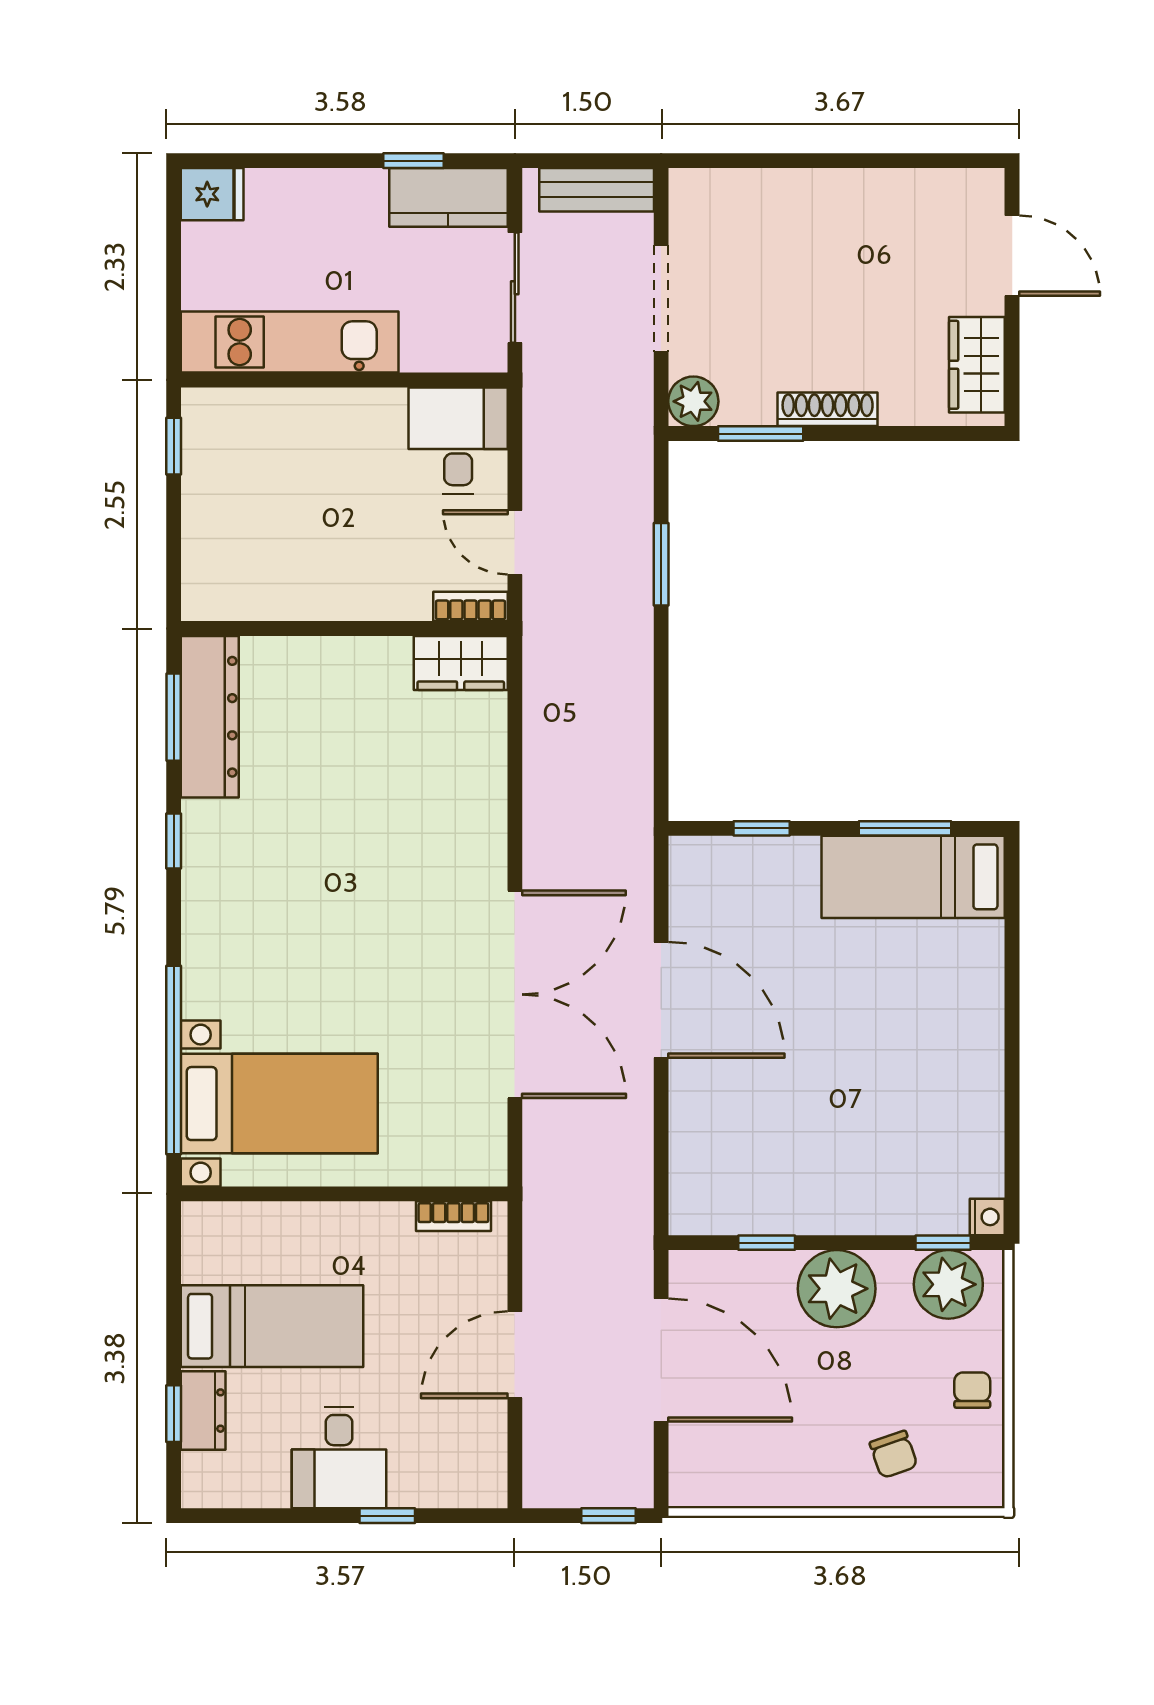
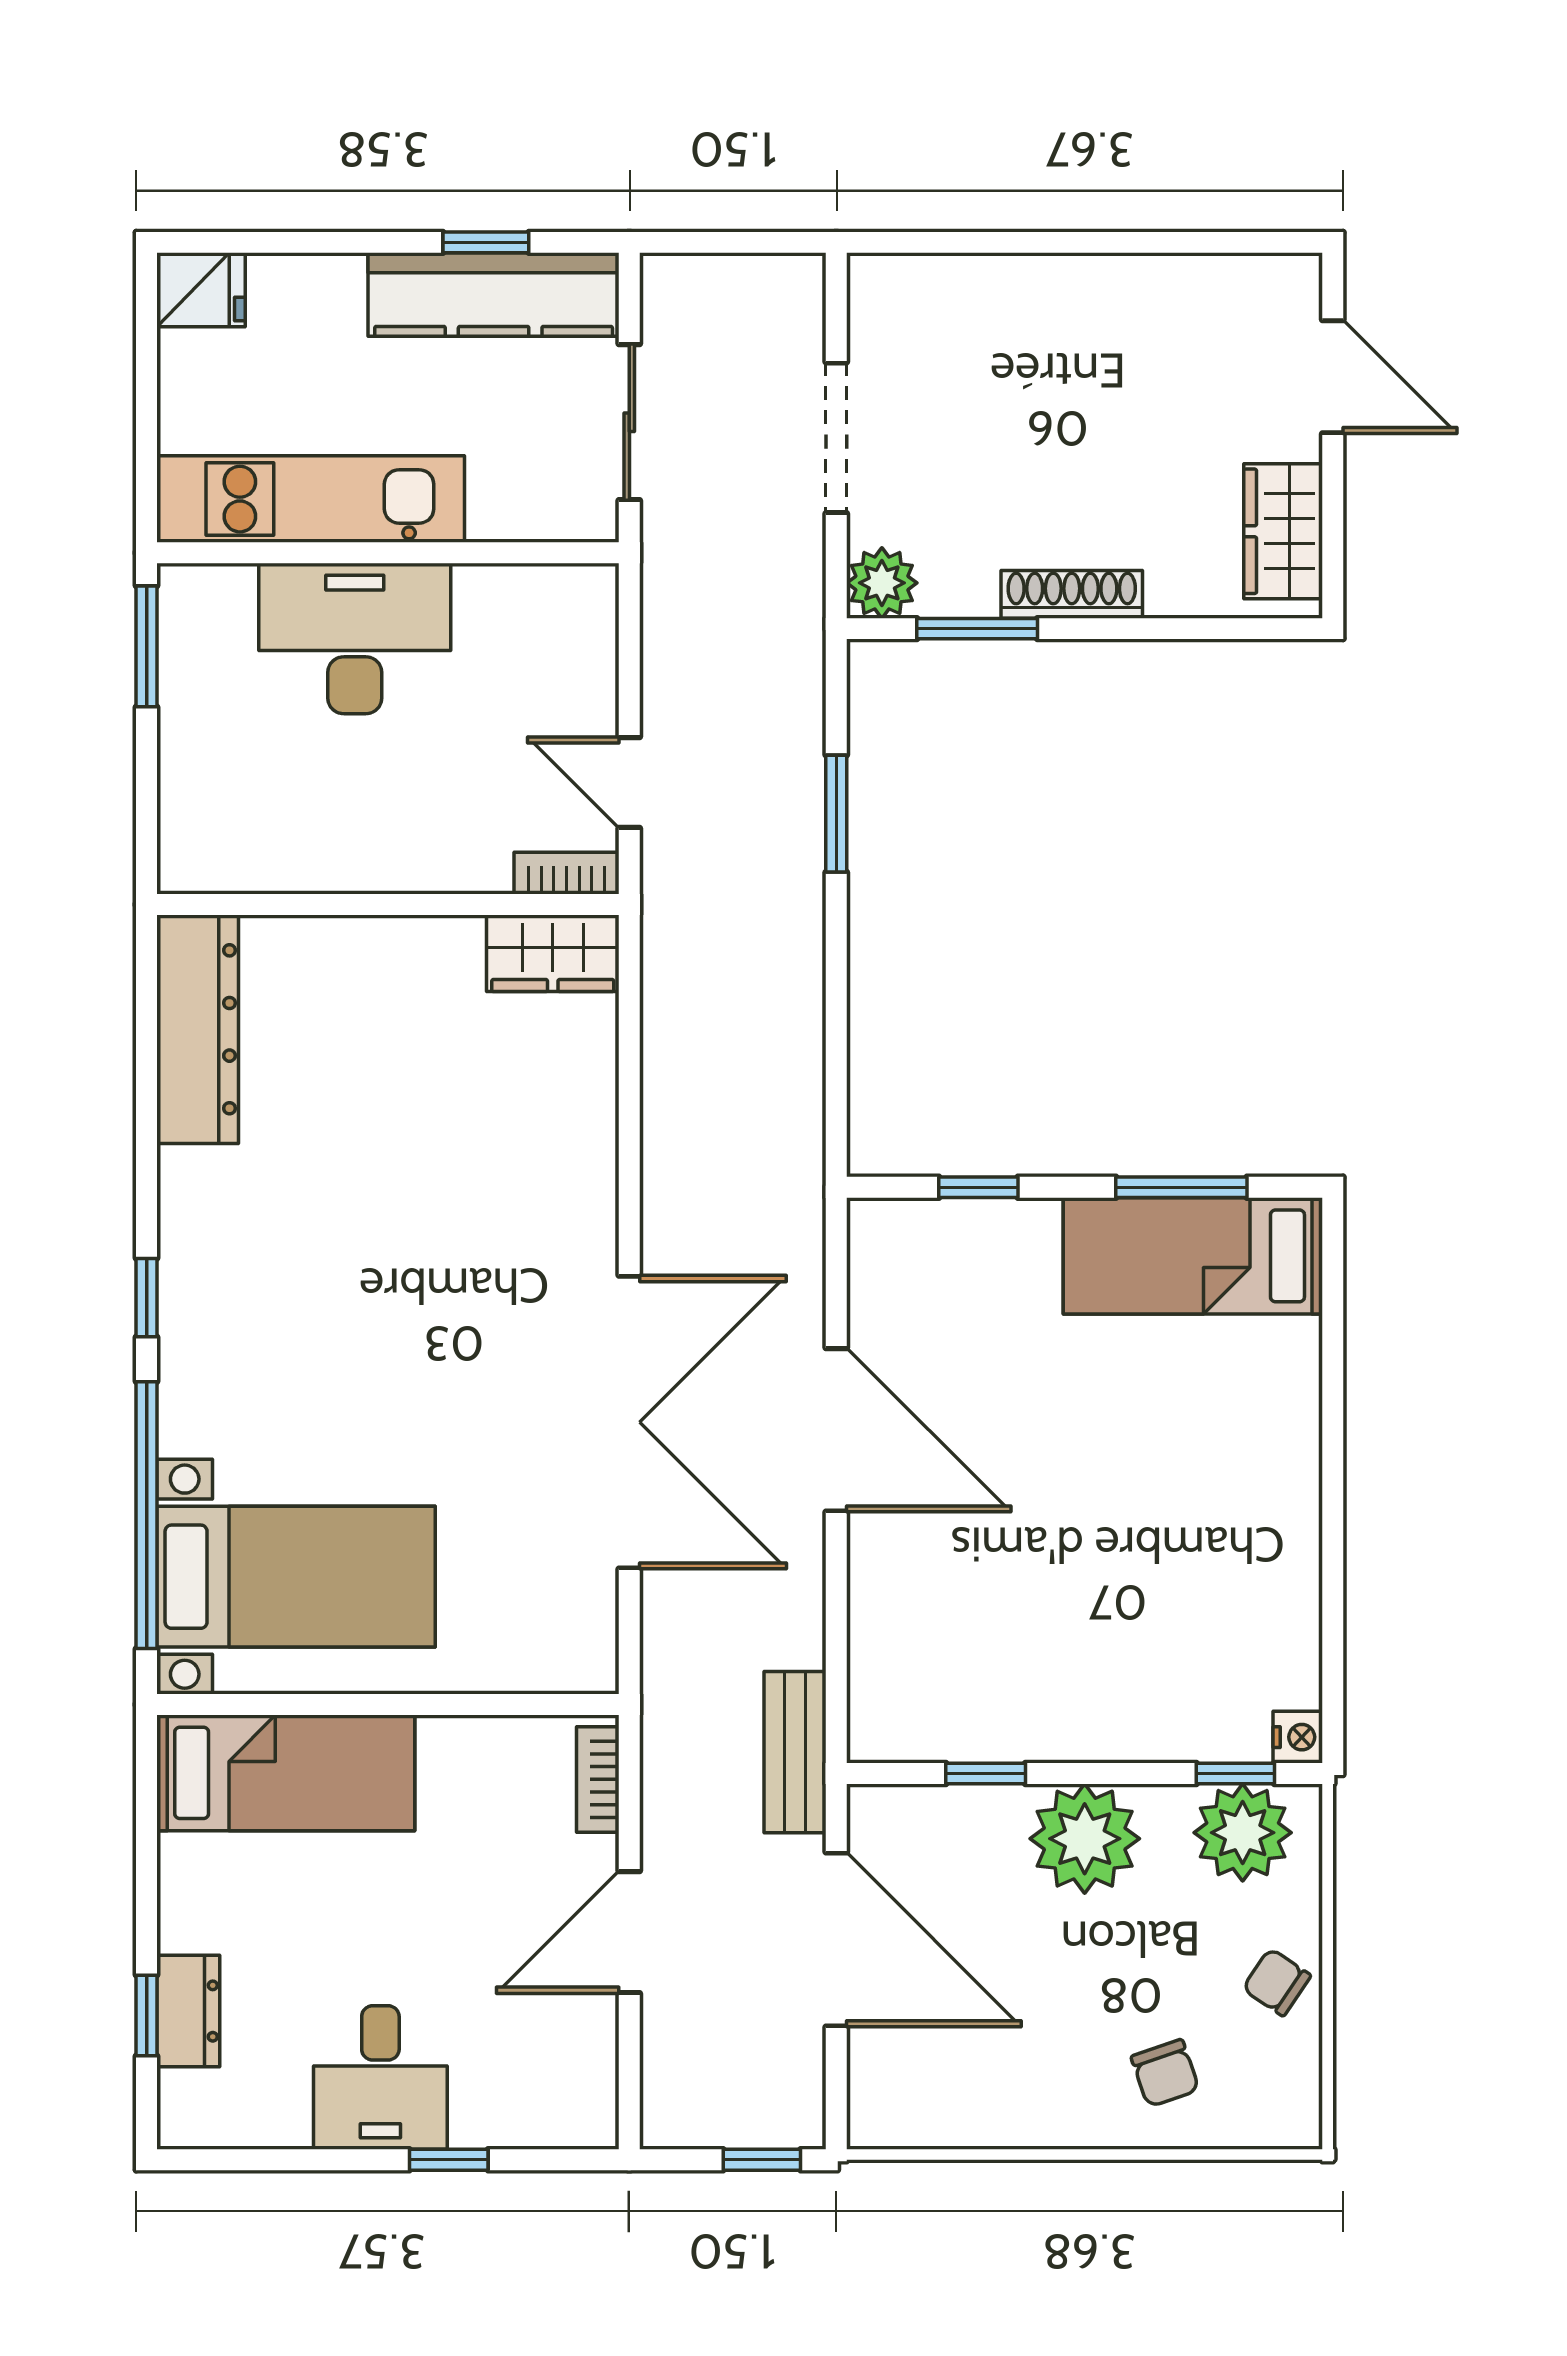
bench: (597, 190) -> (795, 1752), moved, turned 90
kitchen counter: (448, 197) -> (494, 295), width x1.50
desk: (458, 441) -> (355, 639), moved, width x1.37
window: (174, 446) -> (147, 646), width x1.50
window: (174, 717) -> (147, 1030), removed
window: (174, 841) -> (147, 1298), moved
bookcase: (453, 1216) -> (598, 1779), moved, turned 90
bed: (272, 1326) -> (286, 1773), moved
chair: (972, 1390) -> (1277, 1982), turned -56

